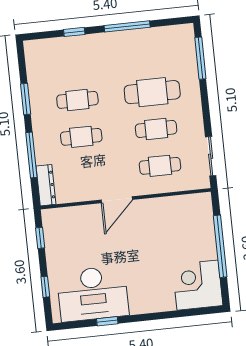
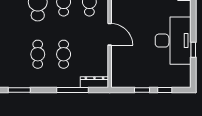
window: (26, 99) -> (19, 90), moved
window: (40, 238) -> (142, 90), moved
desk: (93, 294) -> (173, 41), moved

